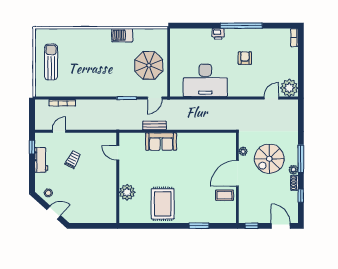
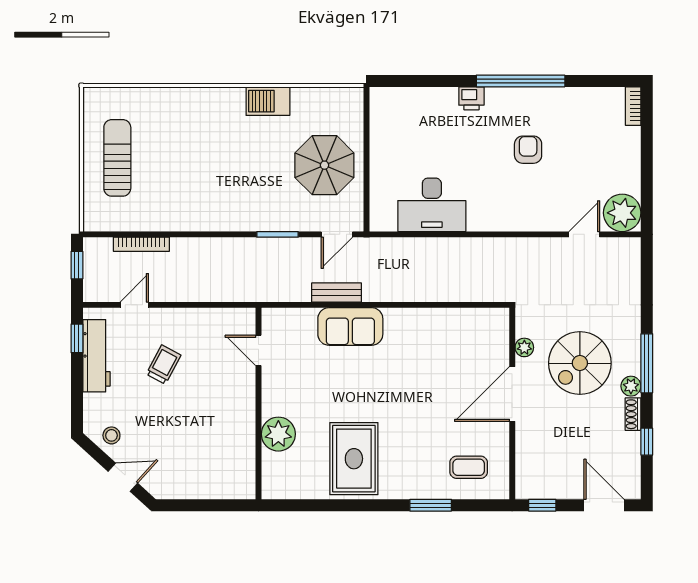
desk: (205, 80) -> (432, 205), width x0.73, depth x0.77
window: (32, 113) -> (77, 265), added
workbench: (41, 160) -> (96, 356), width x1.38
coffee table: (224, 195) -> (469, 467), moved

